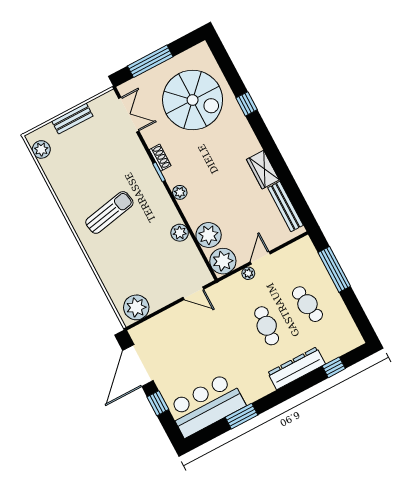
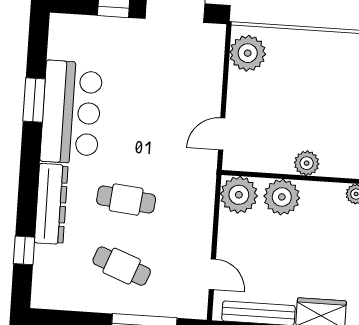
door: (260, 258) -> (212, 274), moved
plant: (248, 273) -> (205, 217), removed
cafe table: (307, 304) -> (122, 266), turned 30
bar counter: (206, 405) -> (71, 112), moved

